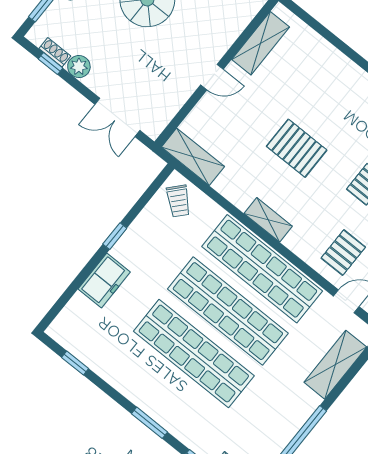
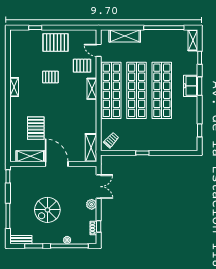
plant: (79, 67) -> (92, 204), moved
door: (212, 77) -> (57, 164), width x1.87
pallet: (297, 148) -> (36, 128), moved
shelving: (268, 220) -> (92, 89), moved
freezer: (104, 280) -> (191, 86), moved, turned -90

